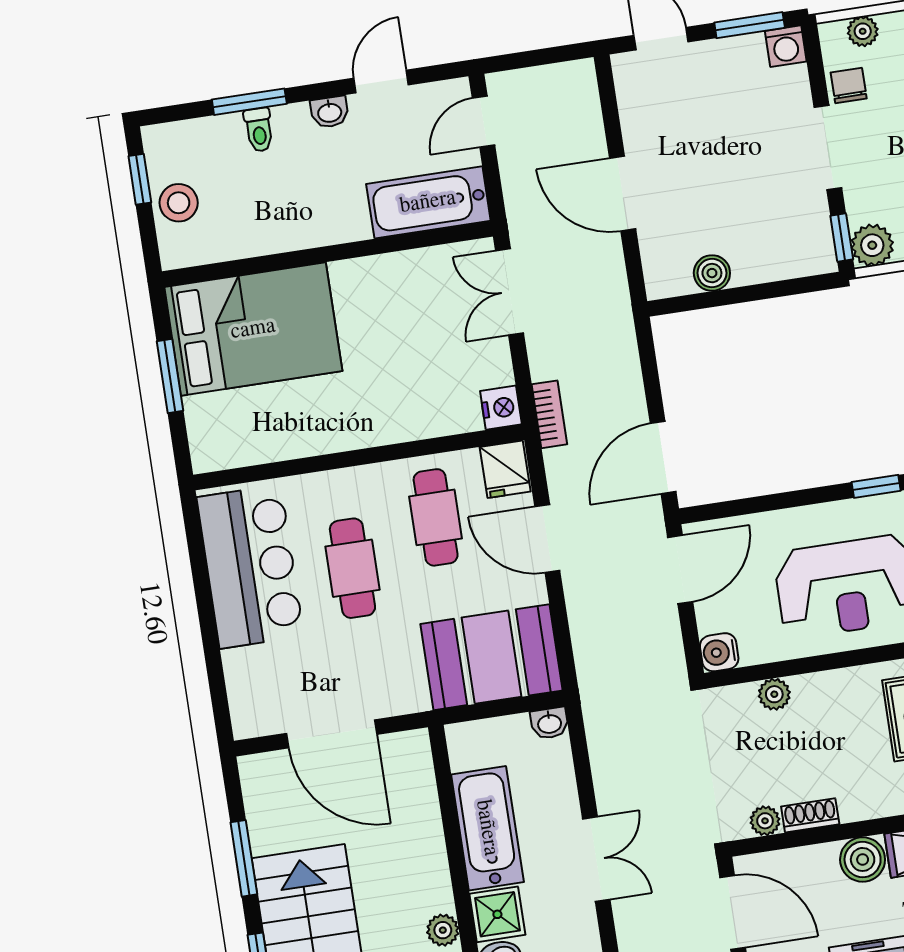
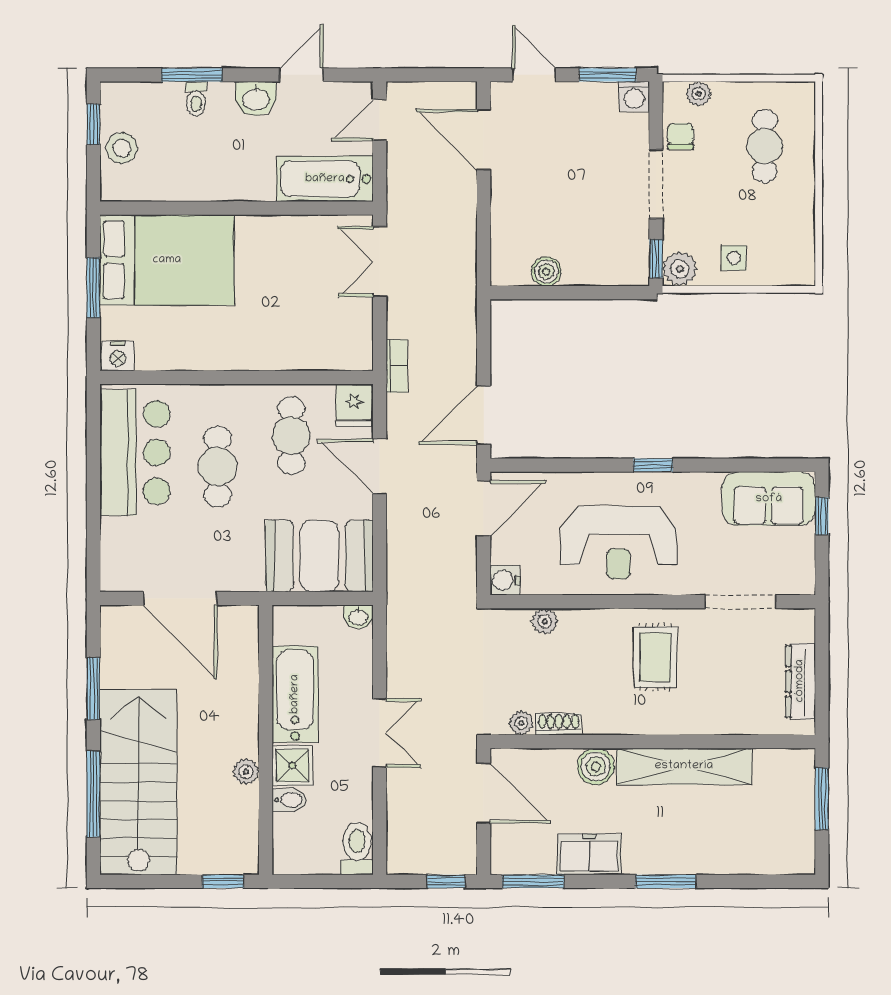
washbasin: (330, 112) -> (256, 99), width x1.38, depth x1.45
door: (623, 194) -> (484, 140), moved
nightstand: (501, 408) -> (118, 356), moved, turned 90

